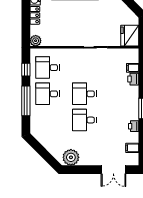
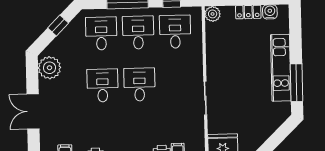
desk: (47, 120) -> (101, 33), added
window: (41, 150) -> (58, 26), added
double door: (113, 170) -> (33, 112), moved

